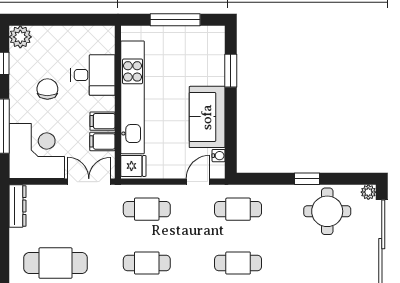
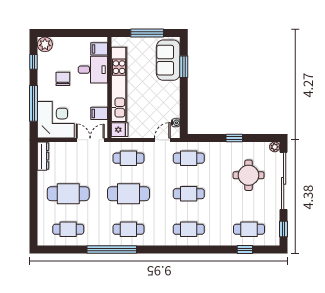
sofa: (207, 117) -> (168, 60), moved
filing cabinet: (103, 121) -> (99, 49), moved
round table: (327, 211) -> (249, 175), moved
cafe table: (147, 263) -> (128, 194), width x1.37, depth x1.35

